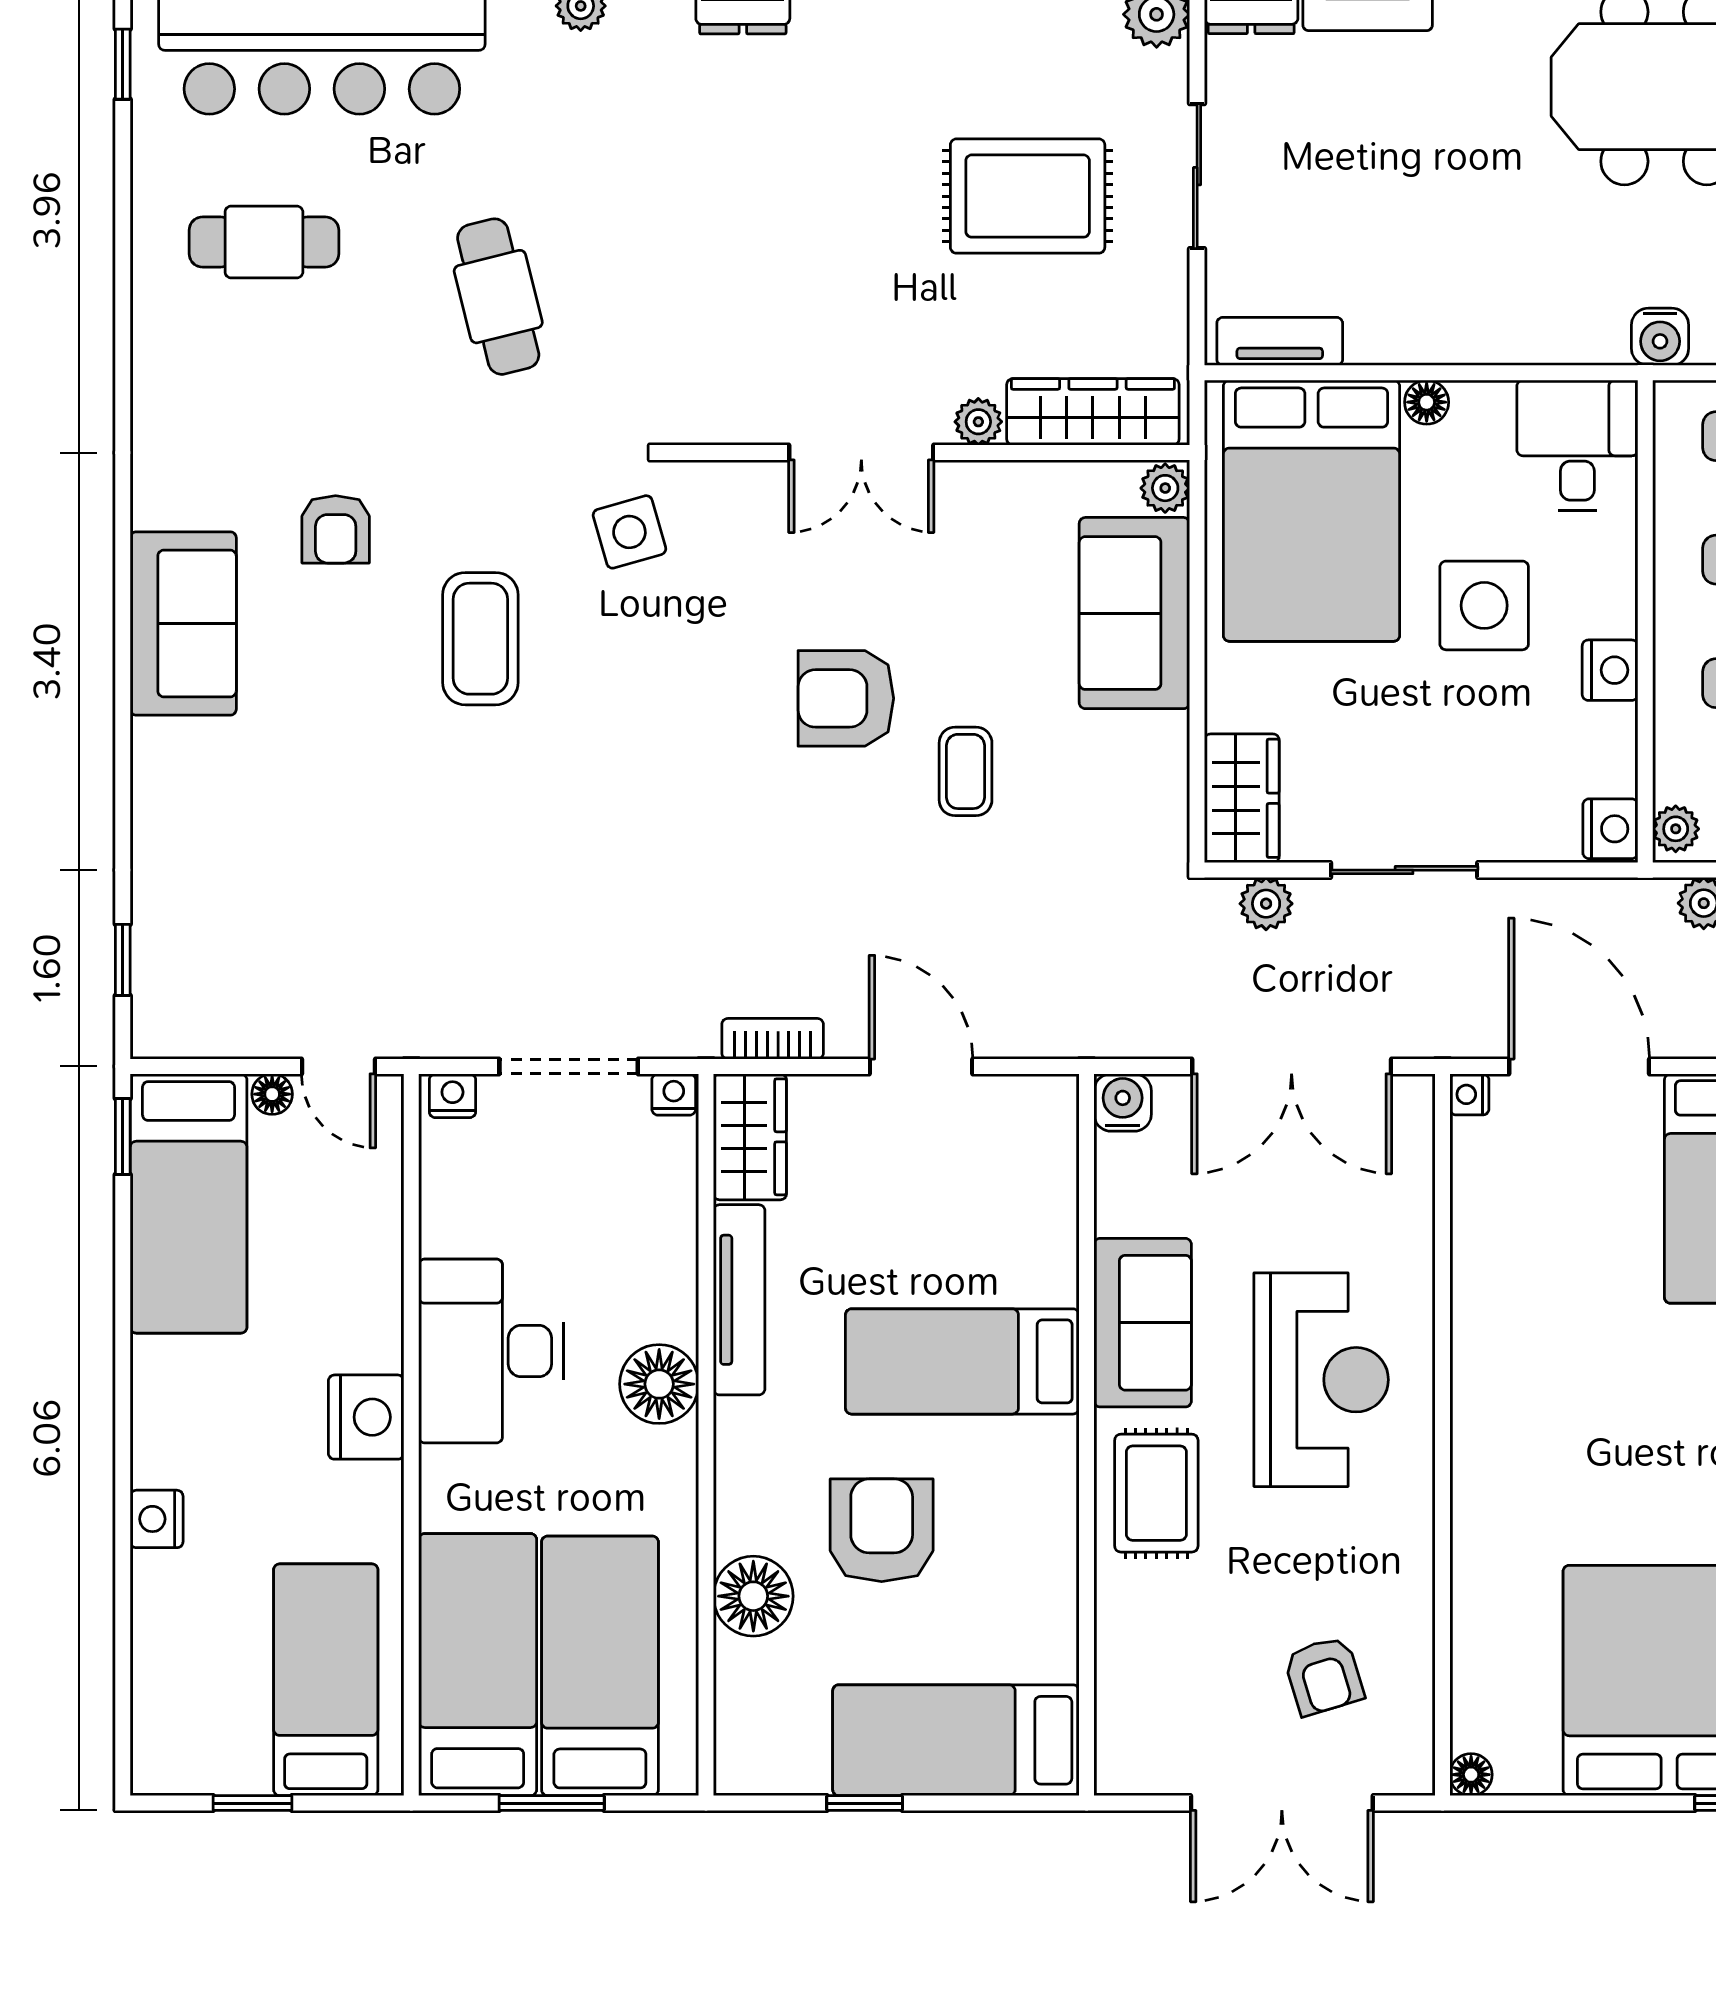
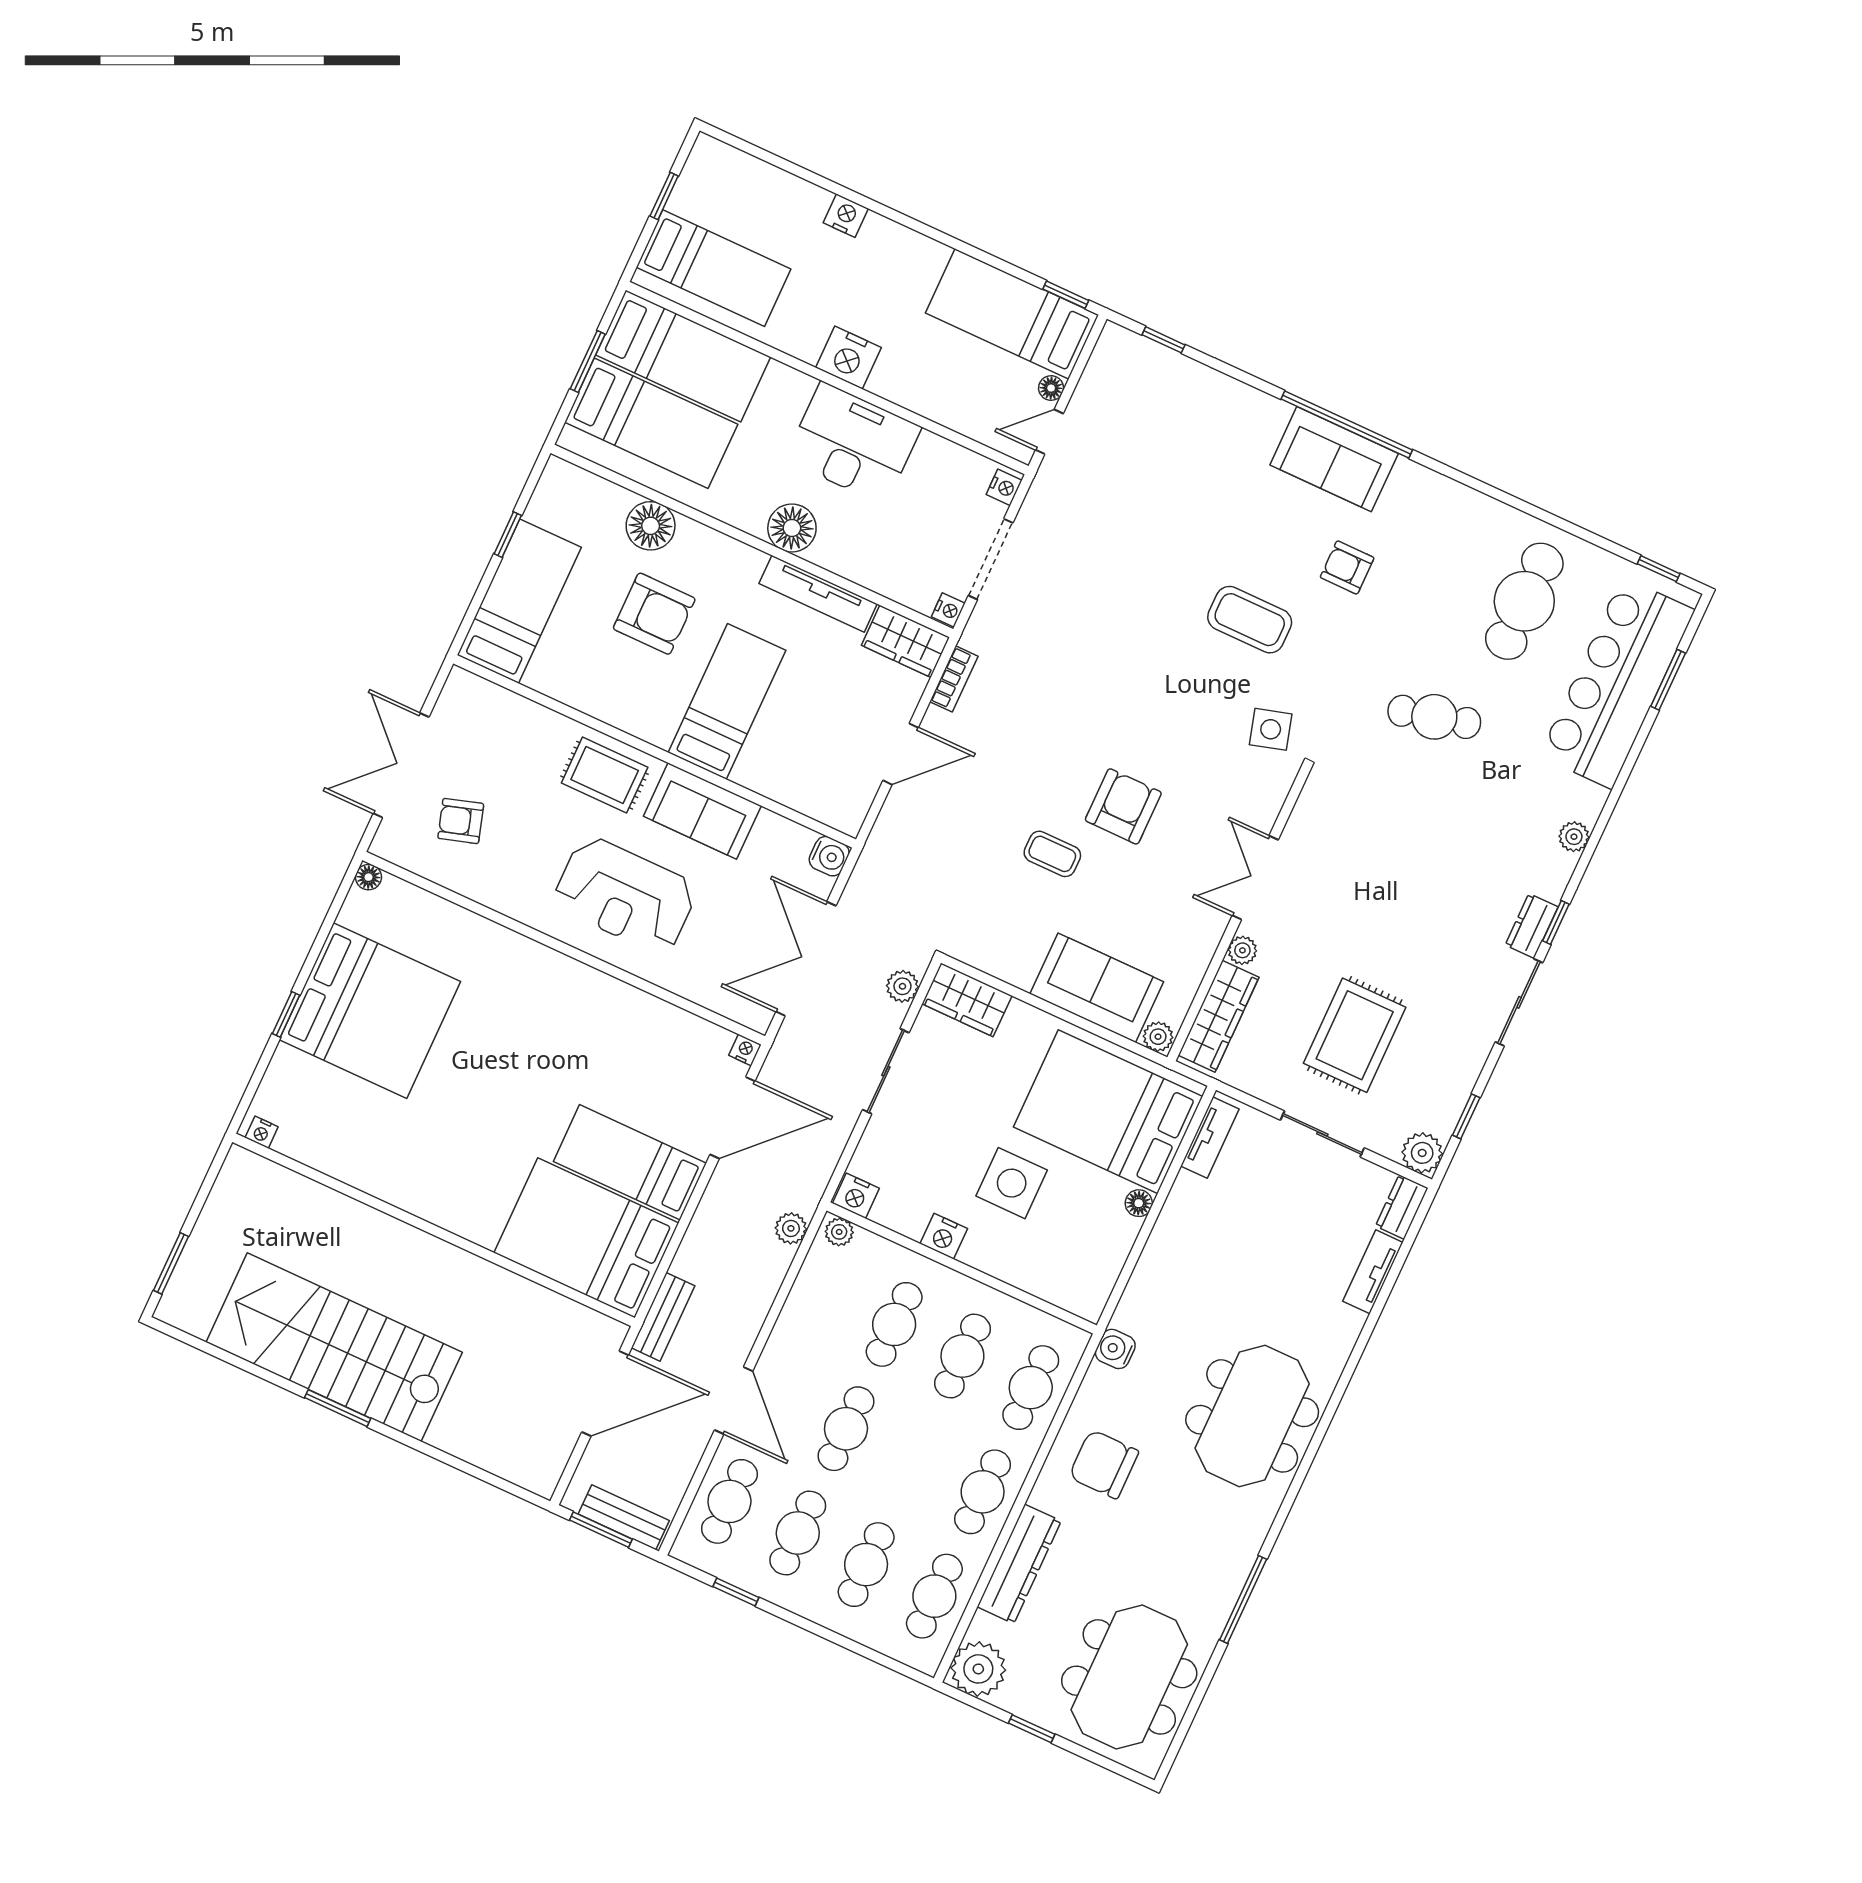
cafe table: (264, 242) -> (1524, 601), width x1.37, depth x1.35
desk: (1577, 445) -> (1076, 1275), removed
window: (123, 629) -> (1347, 424), added

